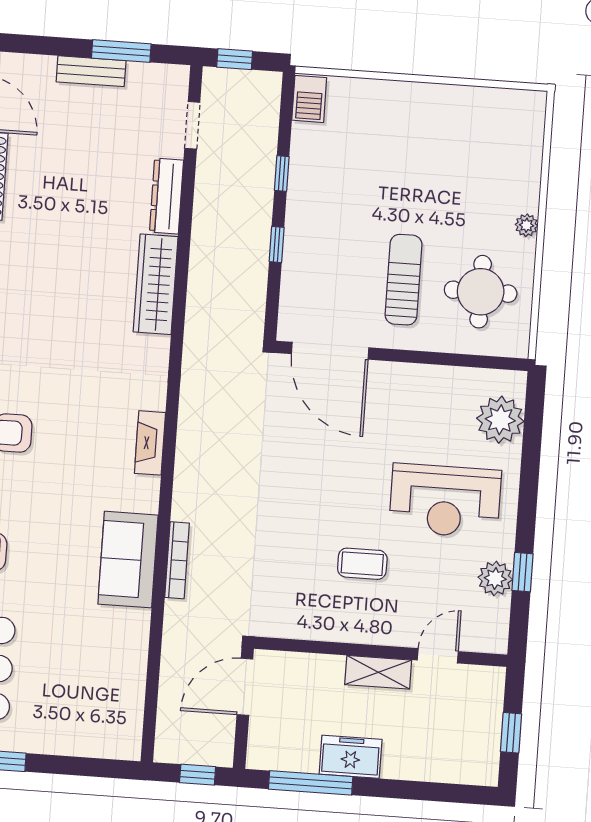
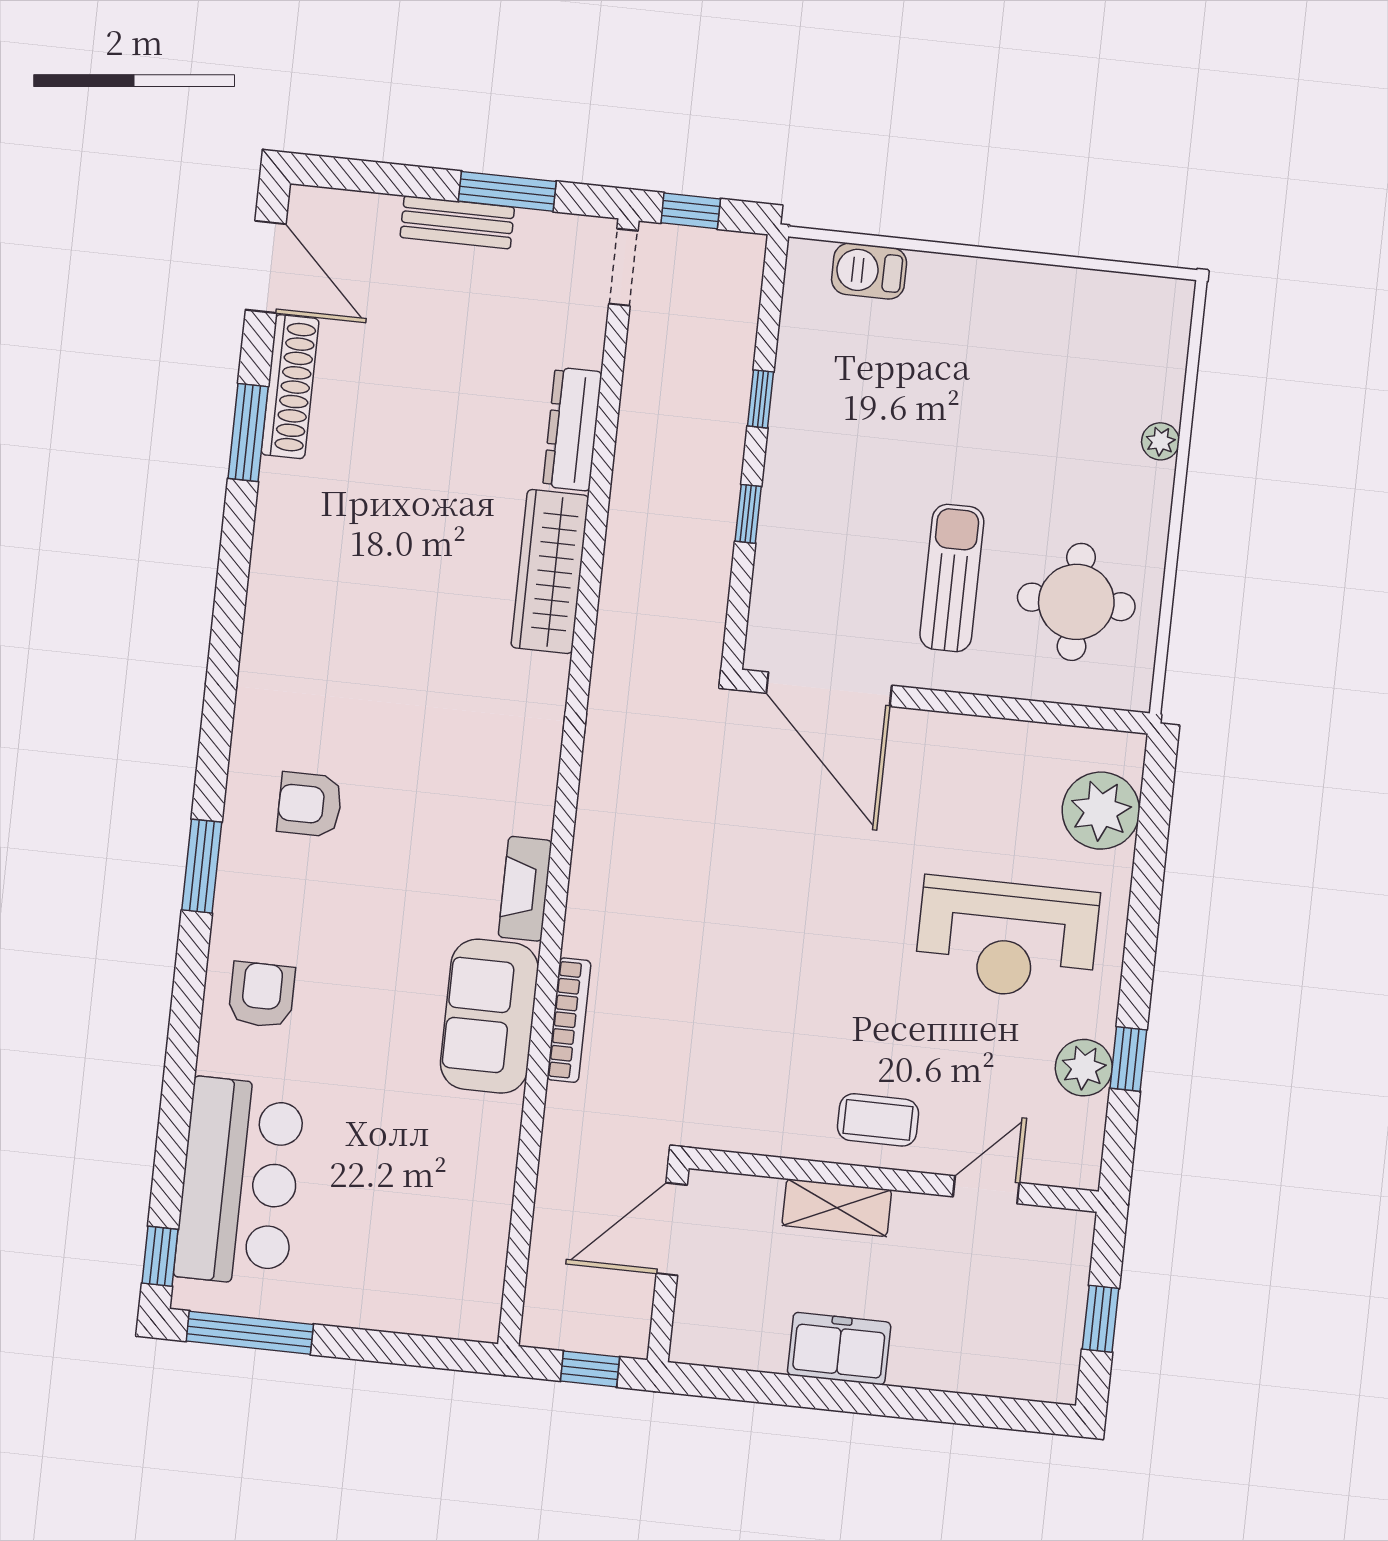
barbecue: (309, 99) -> (869, 271), moved, turned 90
doorway: (192, 125) -> (623, 267), moved
plant: (527, 225) -> (1160, 441), moved
fireplace: (150, 443) -> (525, 889), moved
coffee table: (362, 564) -> (878, 1120), moved
shelving: (378, 672) -> (837, 1208), moved
window: (311, 783) -> (773, 1389), removed

